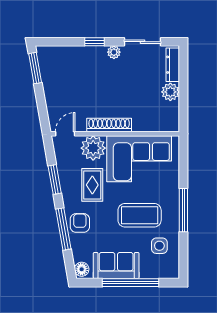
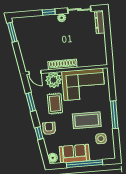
plant: (170, 92) -> (100, 40), removed
door: (65, 134) -> (35, 72), swing flipped
window: (63, 229) -> (39, 133), width x0.46

